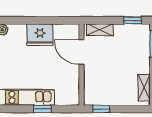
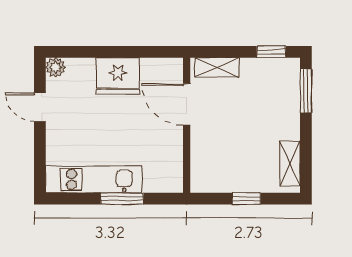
window: (43, 109) -> (122, 199), width x1.50
window: (101, 109) -> (246, 199), moved

